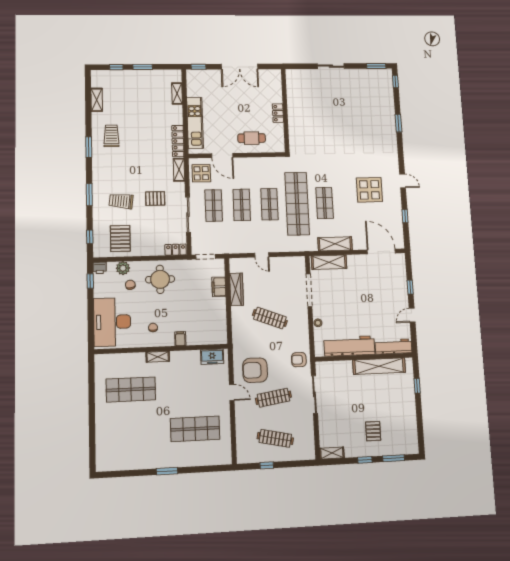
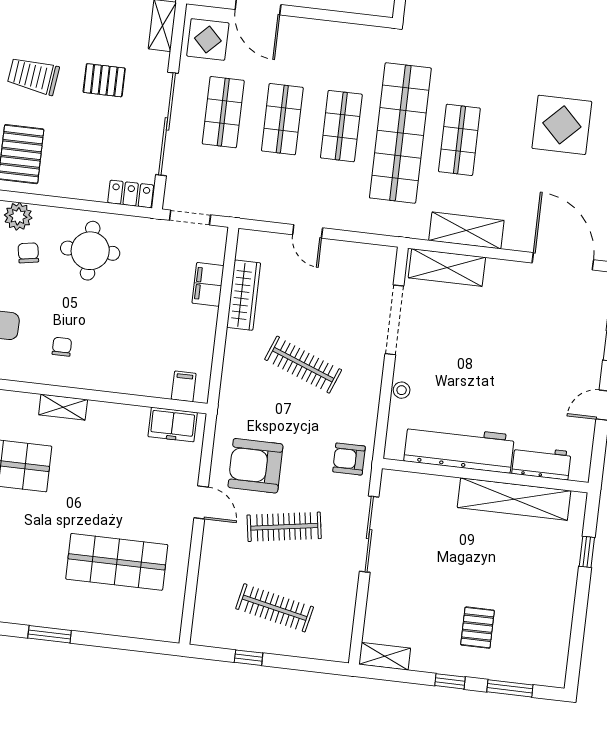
sliding door: (188, 215) -> (167, 124), width x1.36
filing cabinet: (180, 339) -> (184, 386), moved
workbench: (393, 347) -> (541, 463), width x0.73

